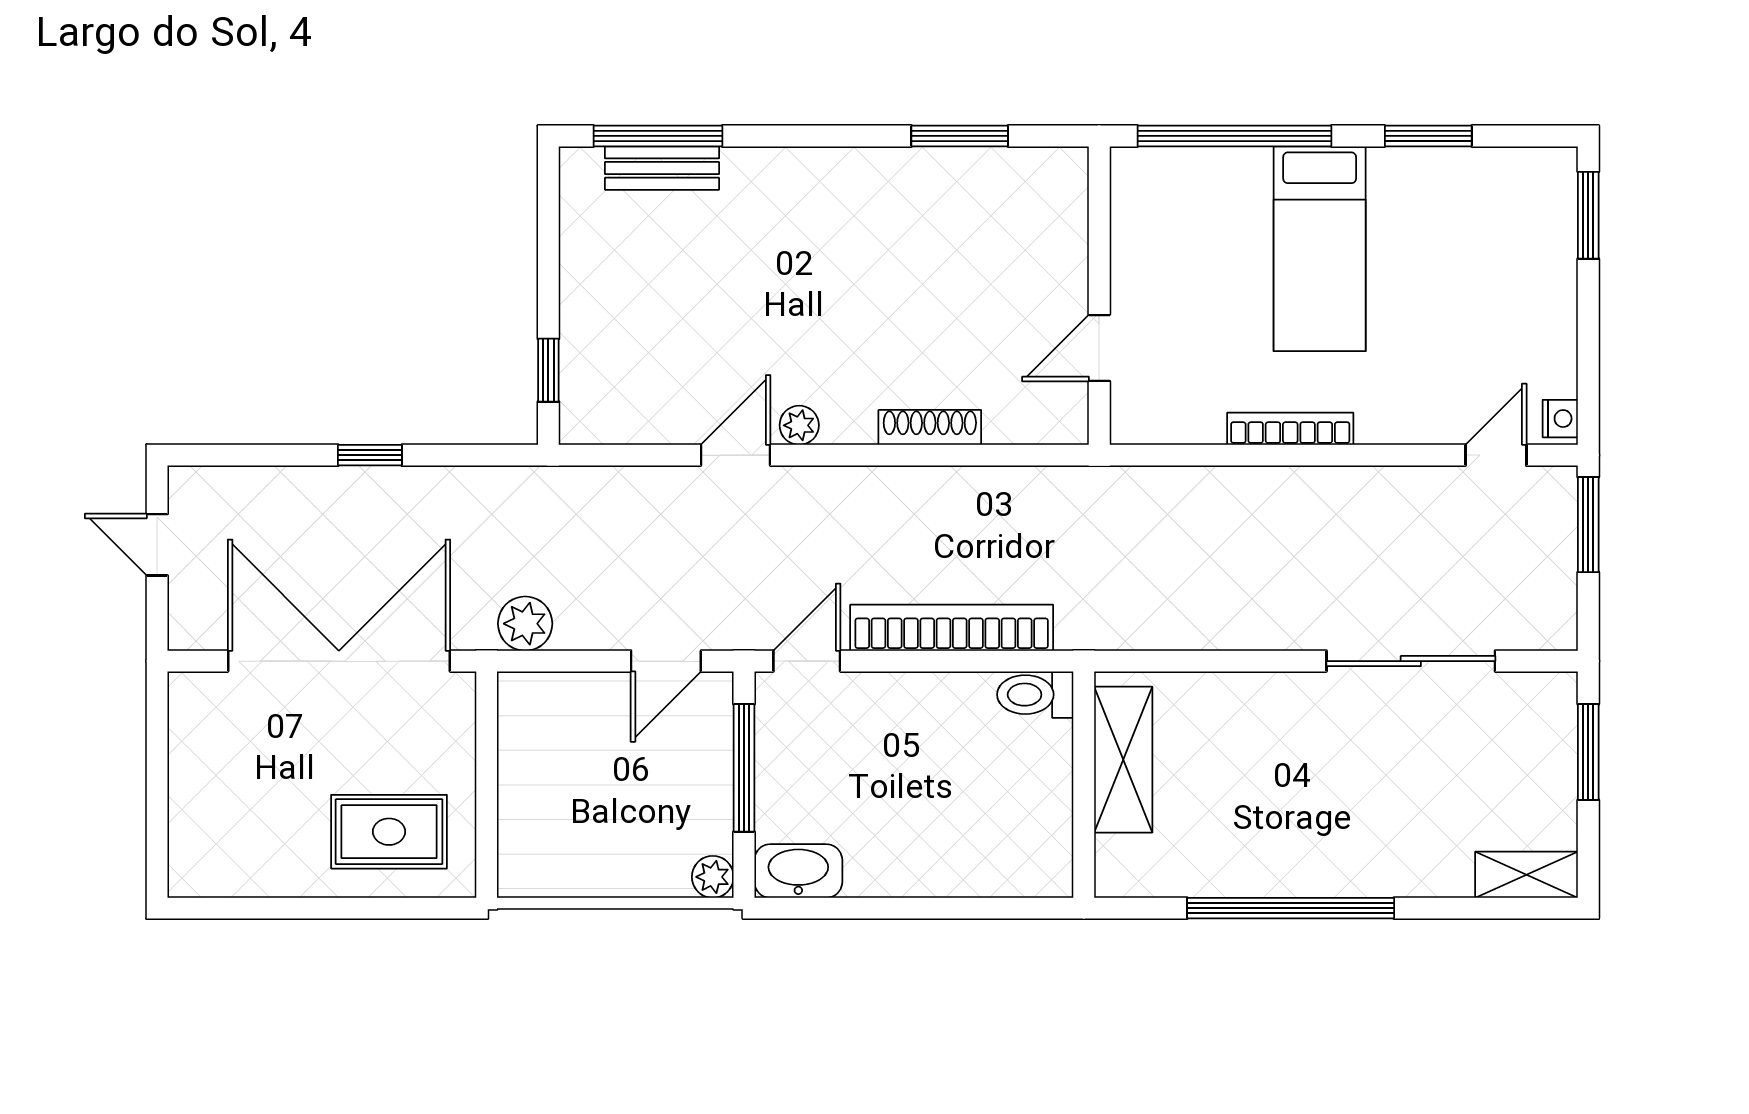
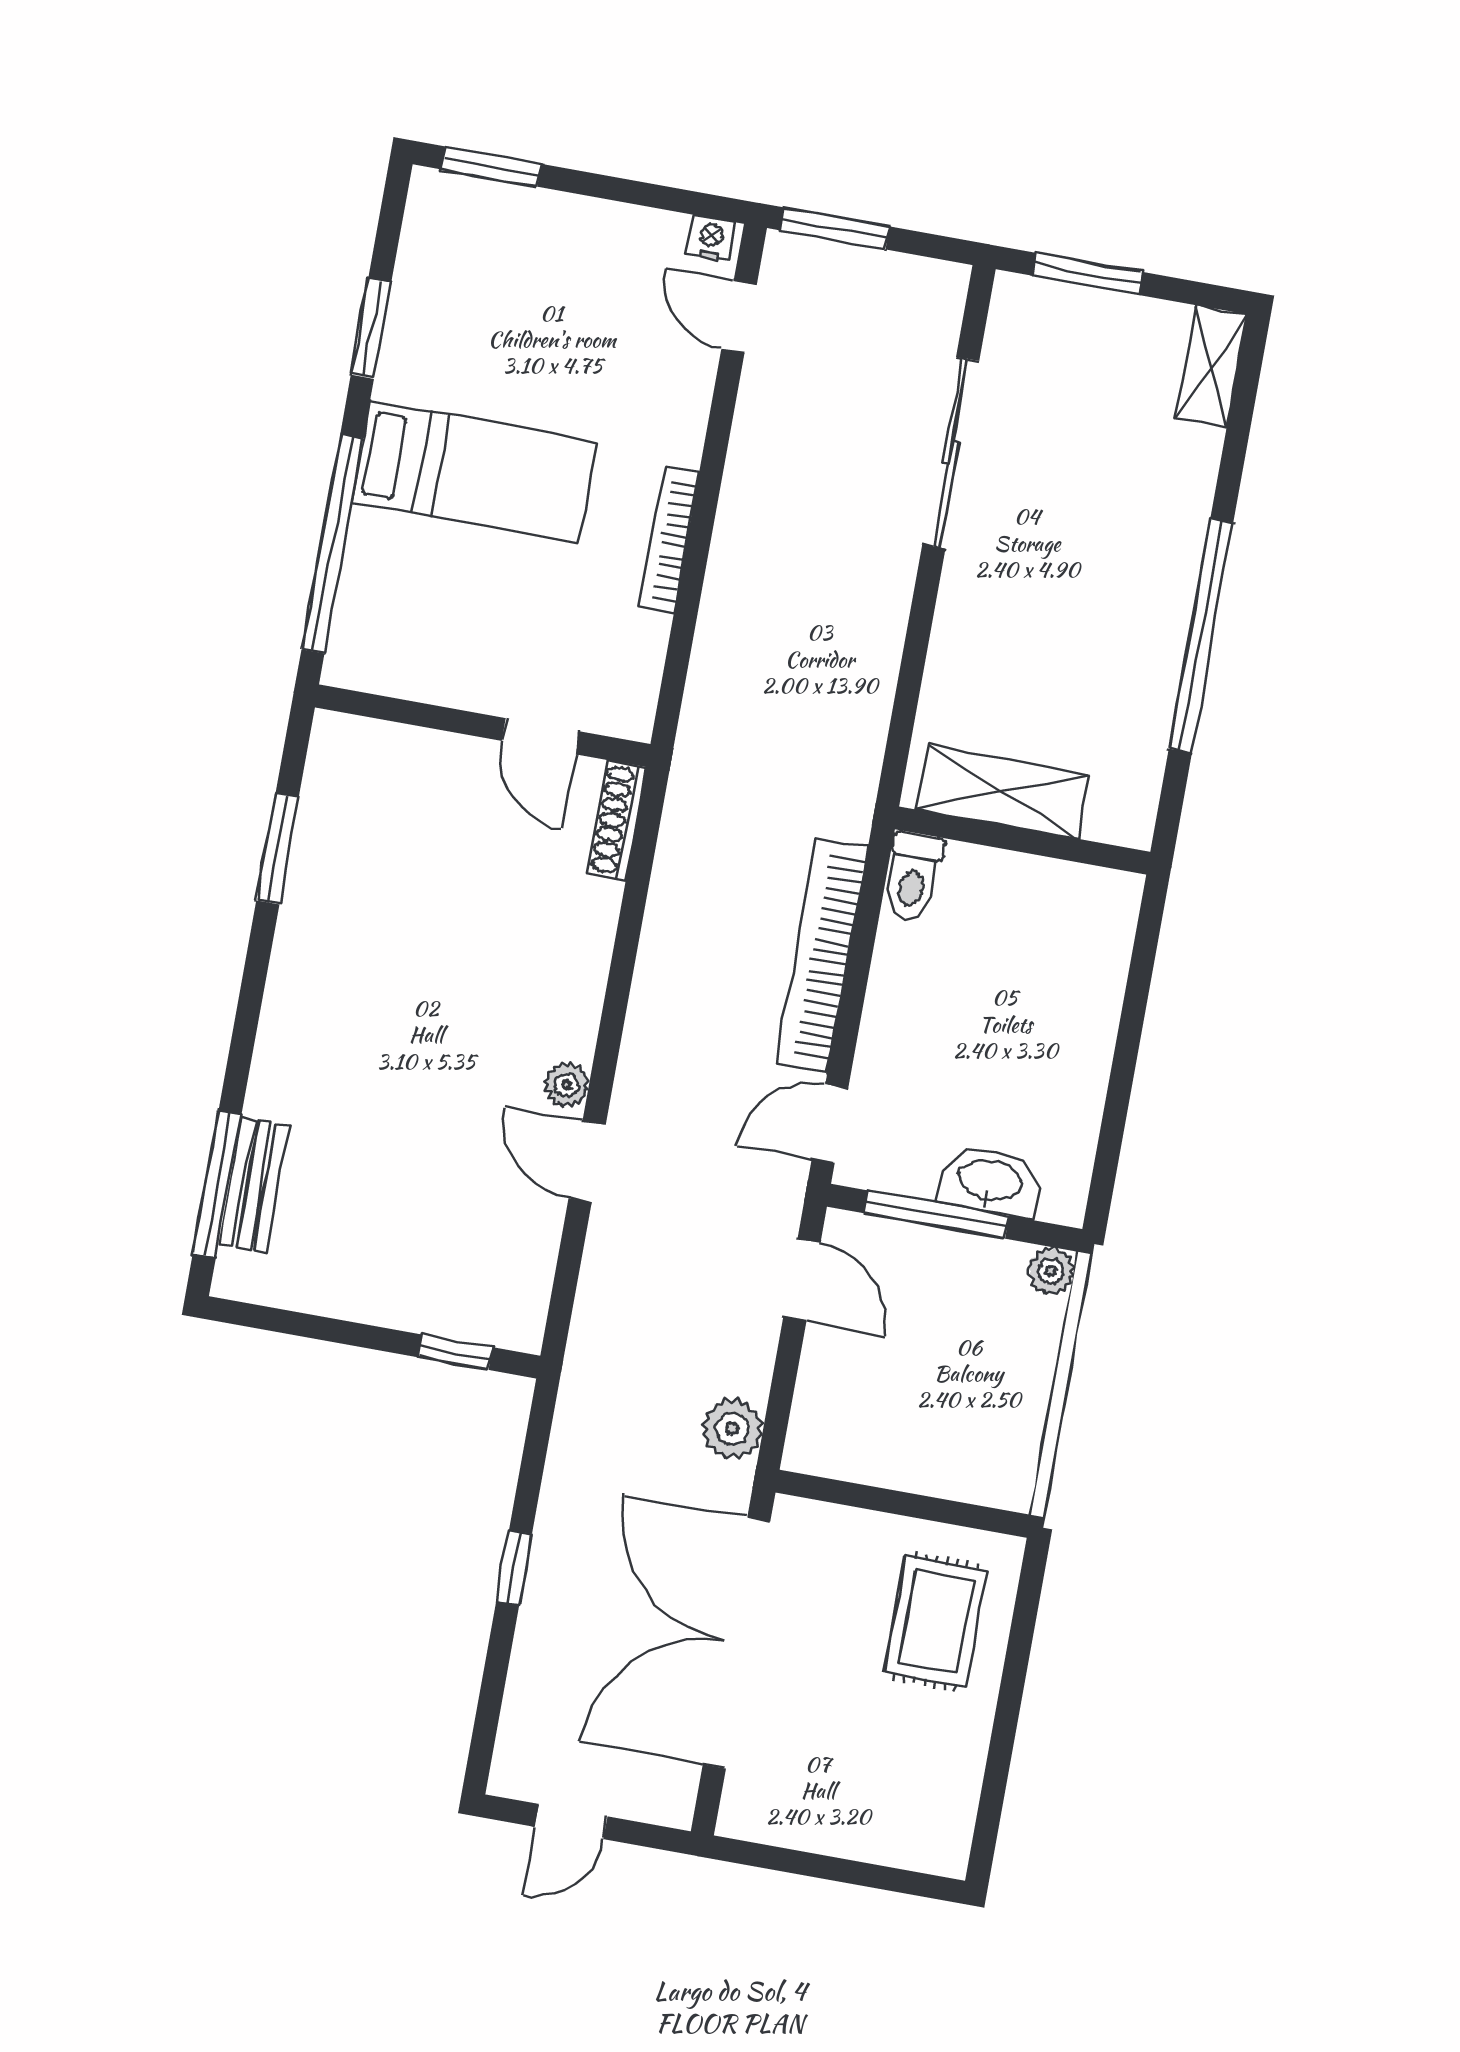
shoe rack: (930, 427) -> (617, 820), moved
door: (807, 661) -> (830, 1123), hinge flipped
washbasin: (798, 871) -> (990, 1182), moved, turned 90

